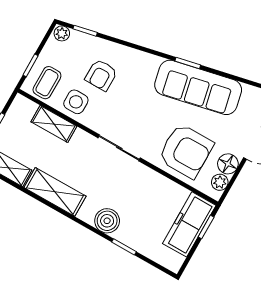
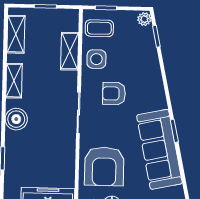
armchair: (101, 75) -> (114, 93), moved
shelving: (55, 192) -> (14, 81), width x0.67, depth x0.75
boiler: (107, 221) -> (16, 119), moved

